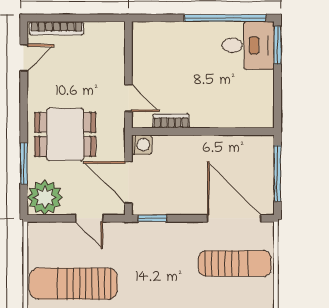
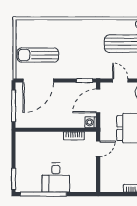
desk: (248, 45) -> (56, 178), moved, turned -90
door: (128, 98) -> (98, 149), swing flipped
door: (128, 182) -> (98, 101), swing flipped
door: (234, 218) -> (38, 81), hinge flipped

